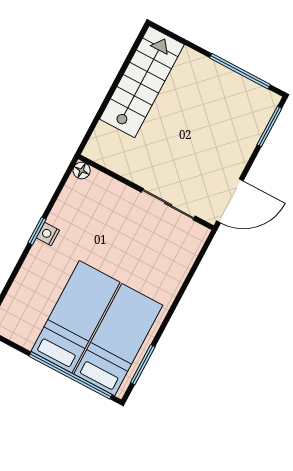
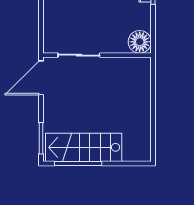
stairs: (142, 82) -> (84, 147), moved, turned 90
floor lamp: (82, 171) -> (140, 42), width x1.89, depth x1.89

